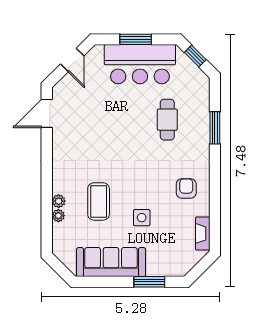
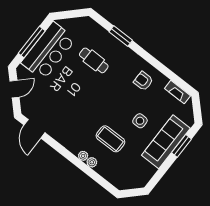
window: (136, 39) -> (32, 42), width x1.44
window: (195, 56) -> (69, 14), removed
door: (72, 60) -> (15, 89), hinge flipped
plant: (58, 216) -> (83, 156), moved
sofa: (111, 262) -> (166, 142), moved

